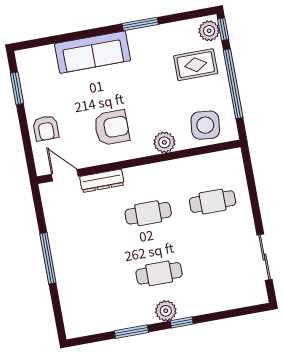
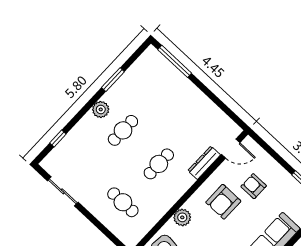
armchair: (46, 128) -> (254, 186), moved
cafe table: (213, 202) -> (123, 202), turned 90
window: (48, 258) -> (175, 61), moved
window: (182, 322) -> (58, 138), moved

